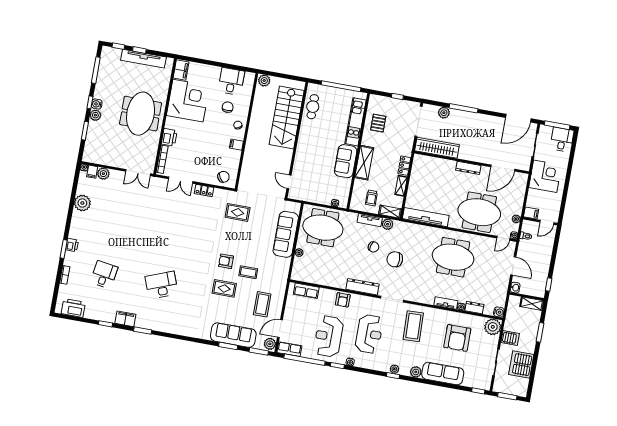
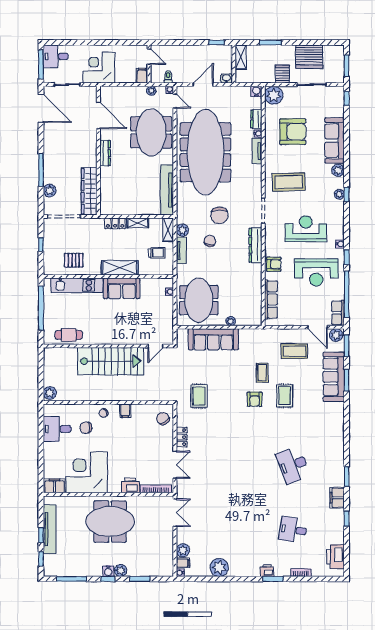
stairs: (287, 117) -> (110, 361), moved
meeting table: (453, 257) -> (205, 152), width x1.86, depth x1.27
row of seats: (306, 291) -> (271, 299), width x1.48

